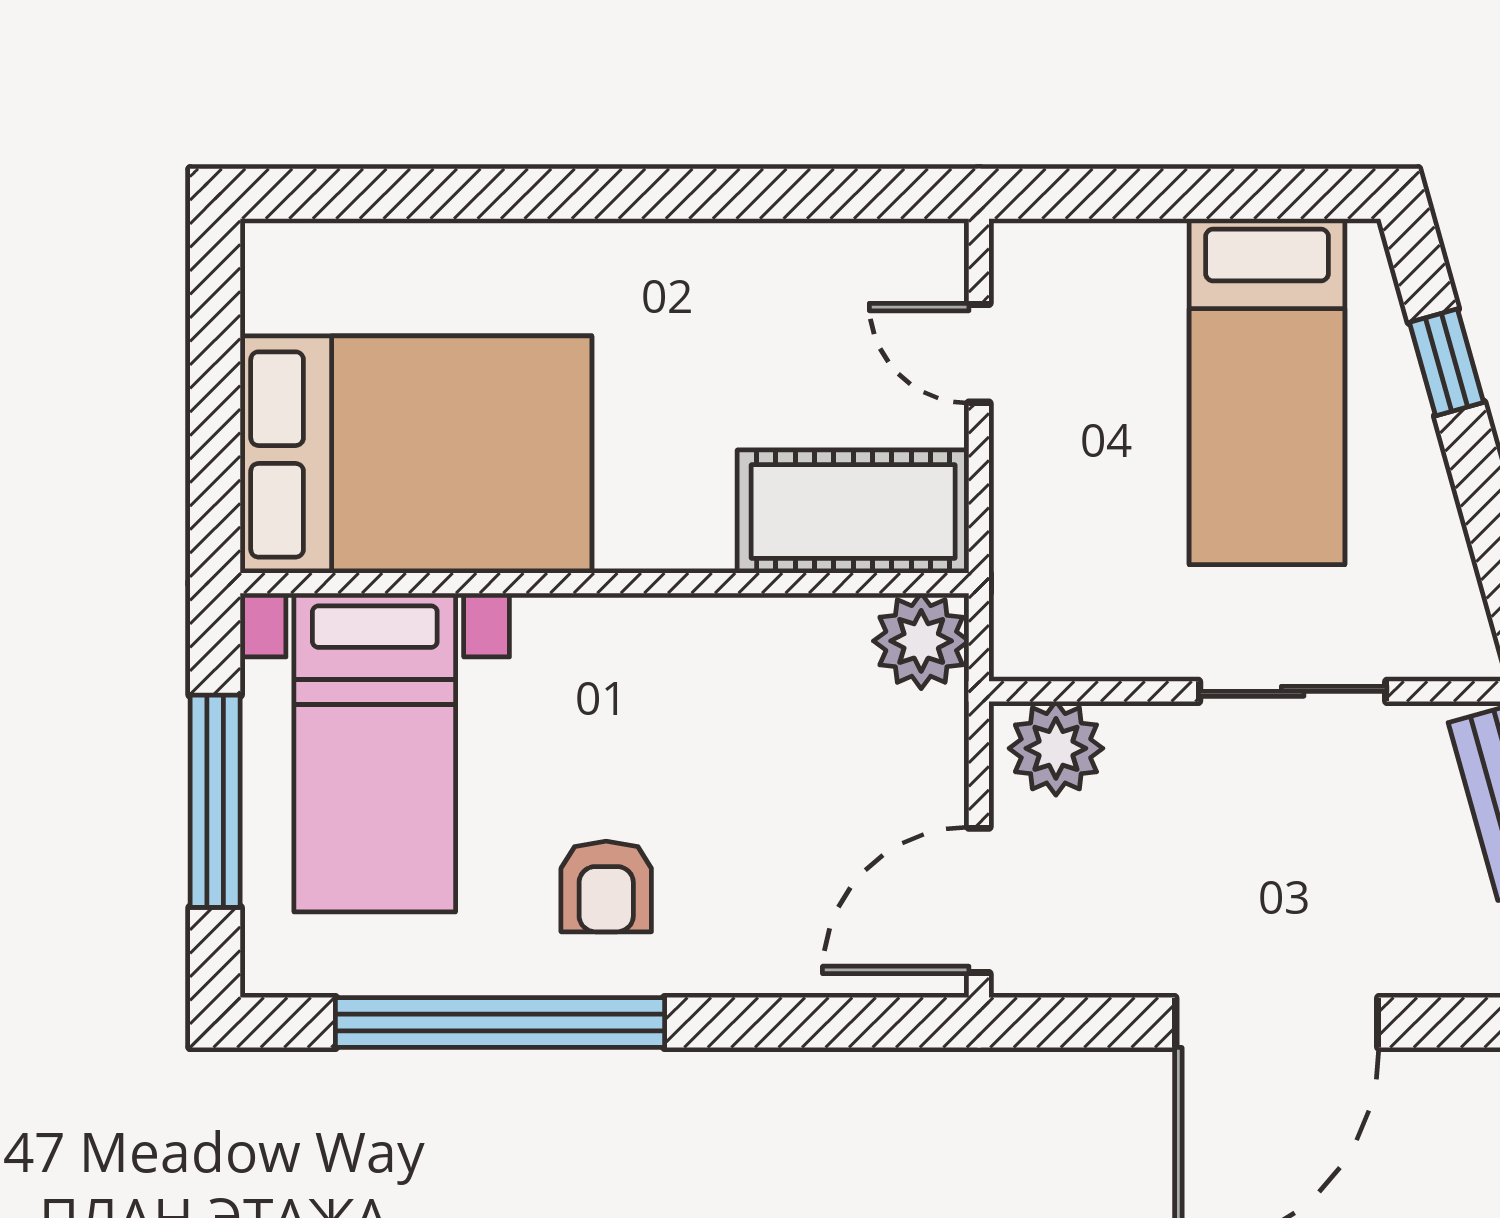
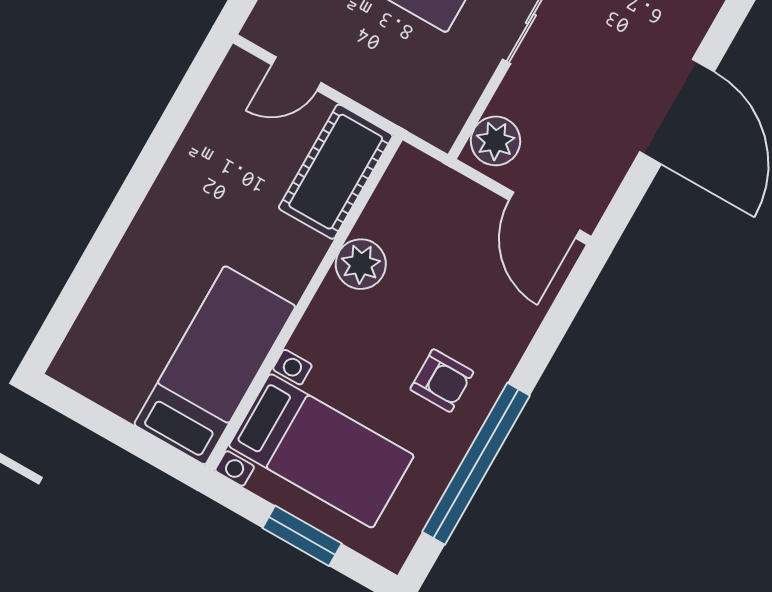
bed: (416, 454) -> (215, 365), width x0.67
plant: (921, 641) -> (361, 264), moved
window: (215, 801) -> (302, 536), width x0.69

